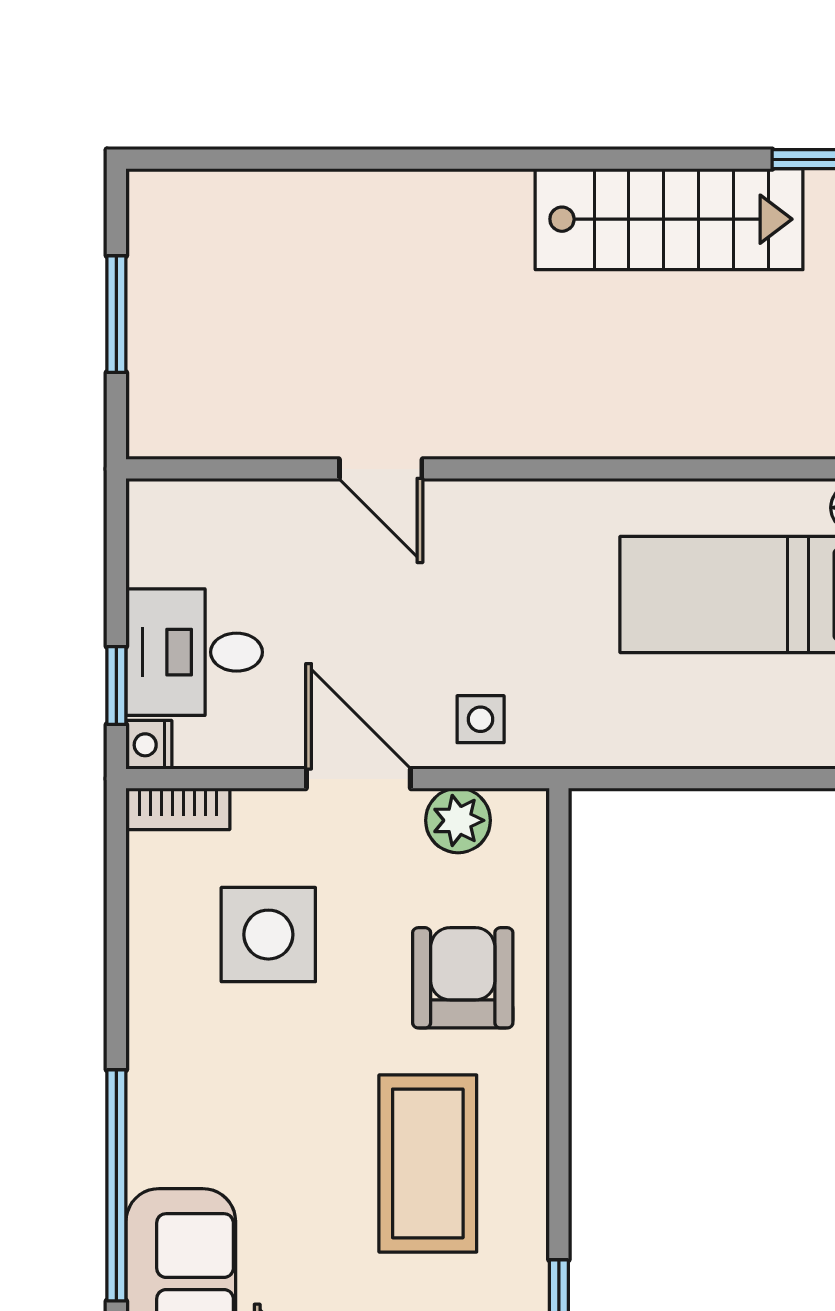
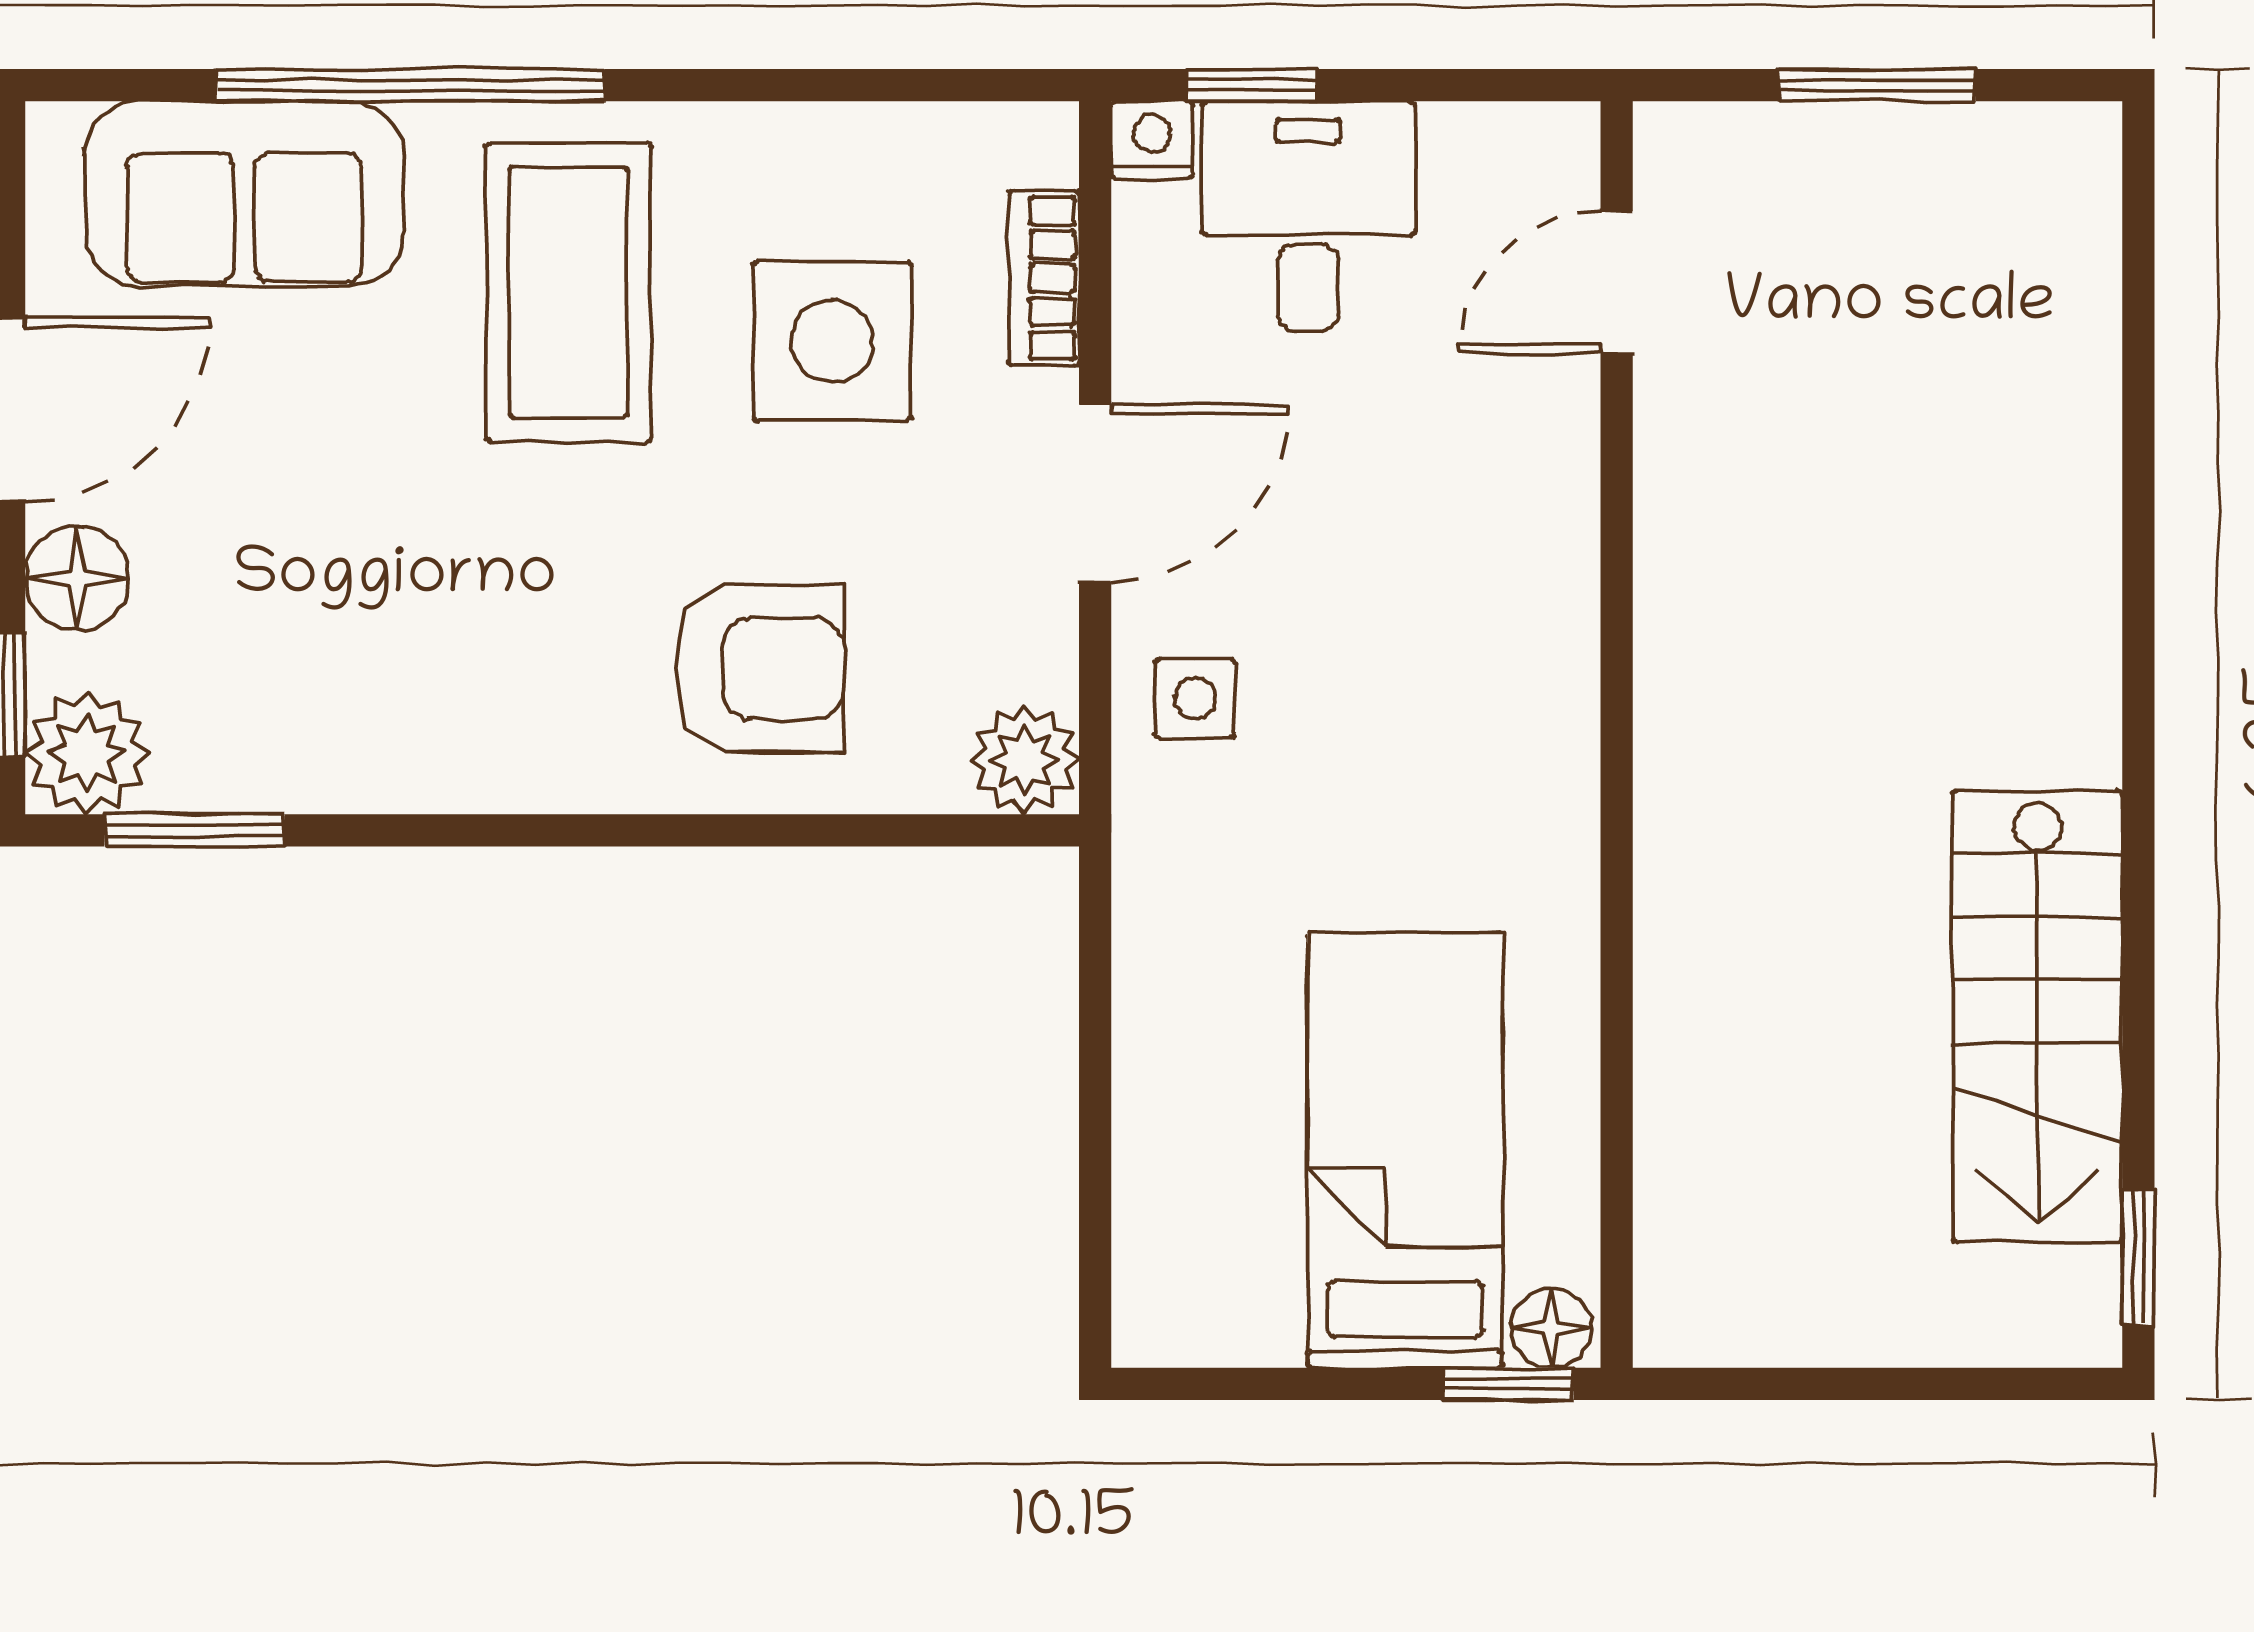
door: (381, 469) -> (1617, 282), moved
bookcase: (178, 809) -> (1044, 278), moved
plant: (458, 820) -> (1025, 760), moved
coffee table: (428, 1163) -> (568, 292), moved, turned 90

